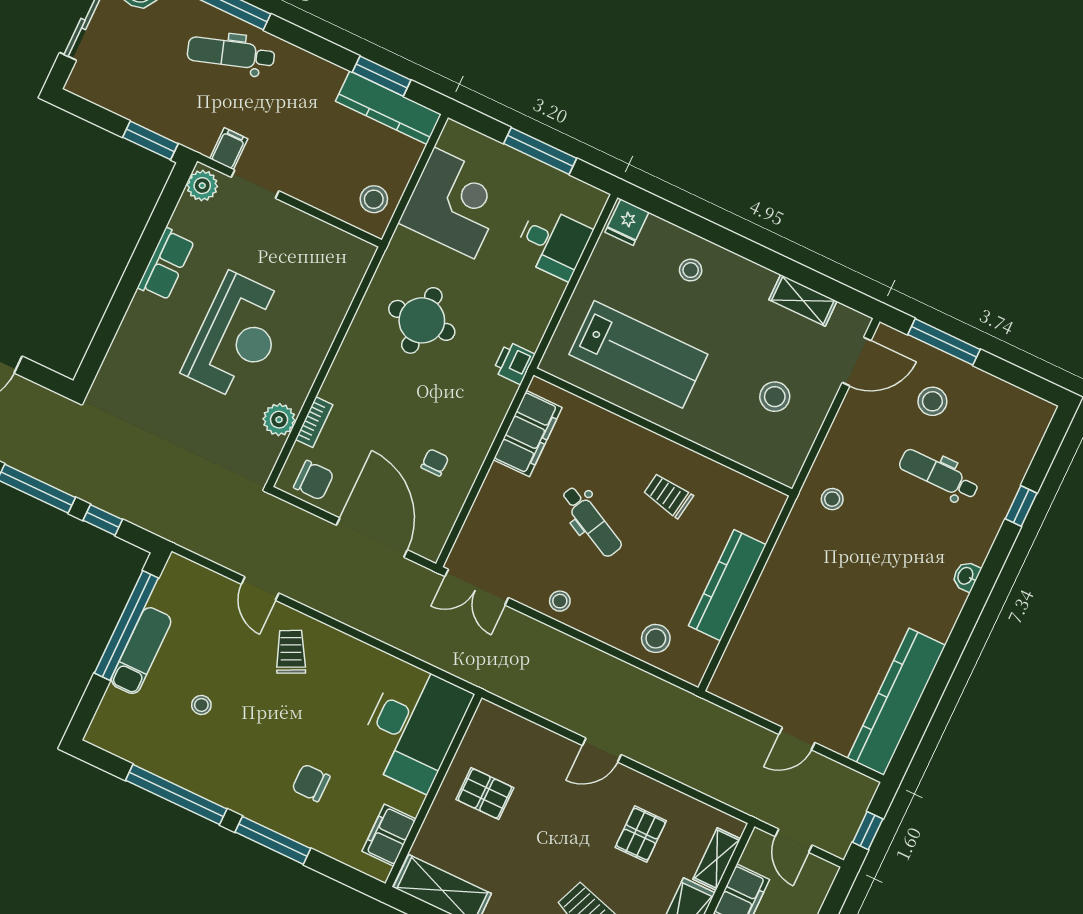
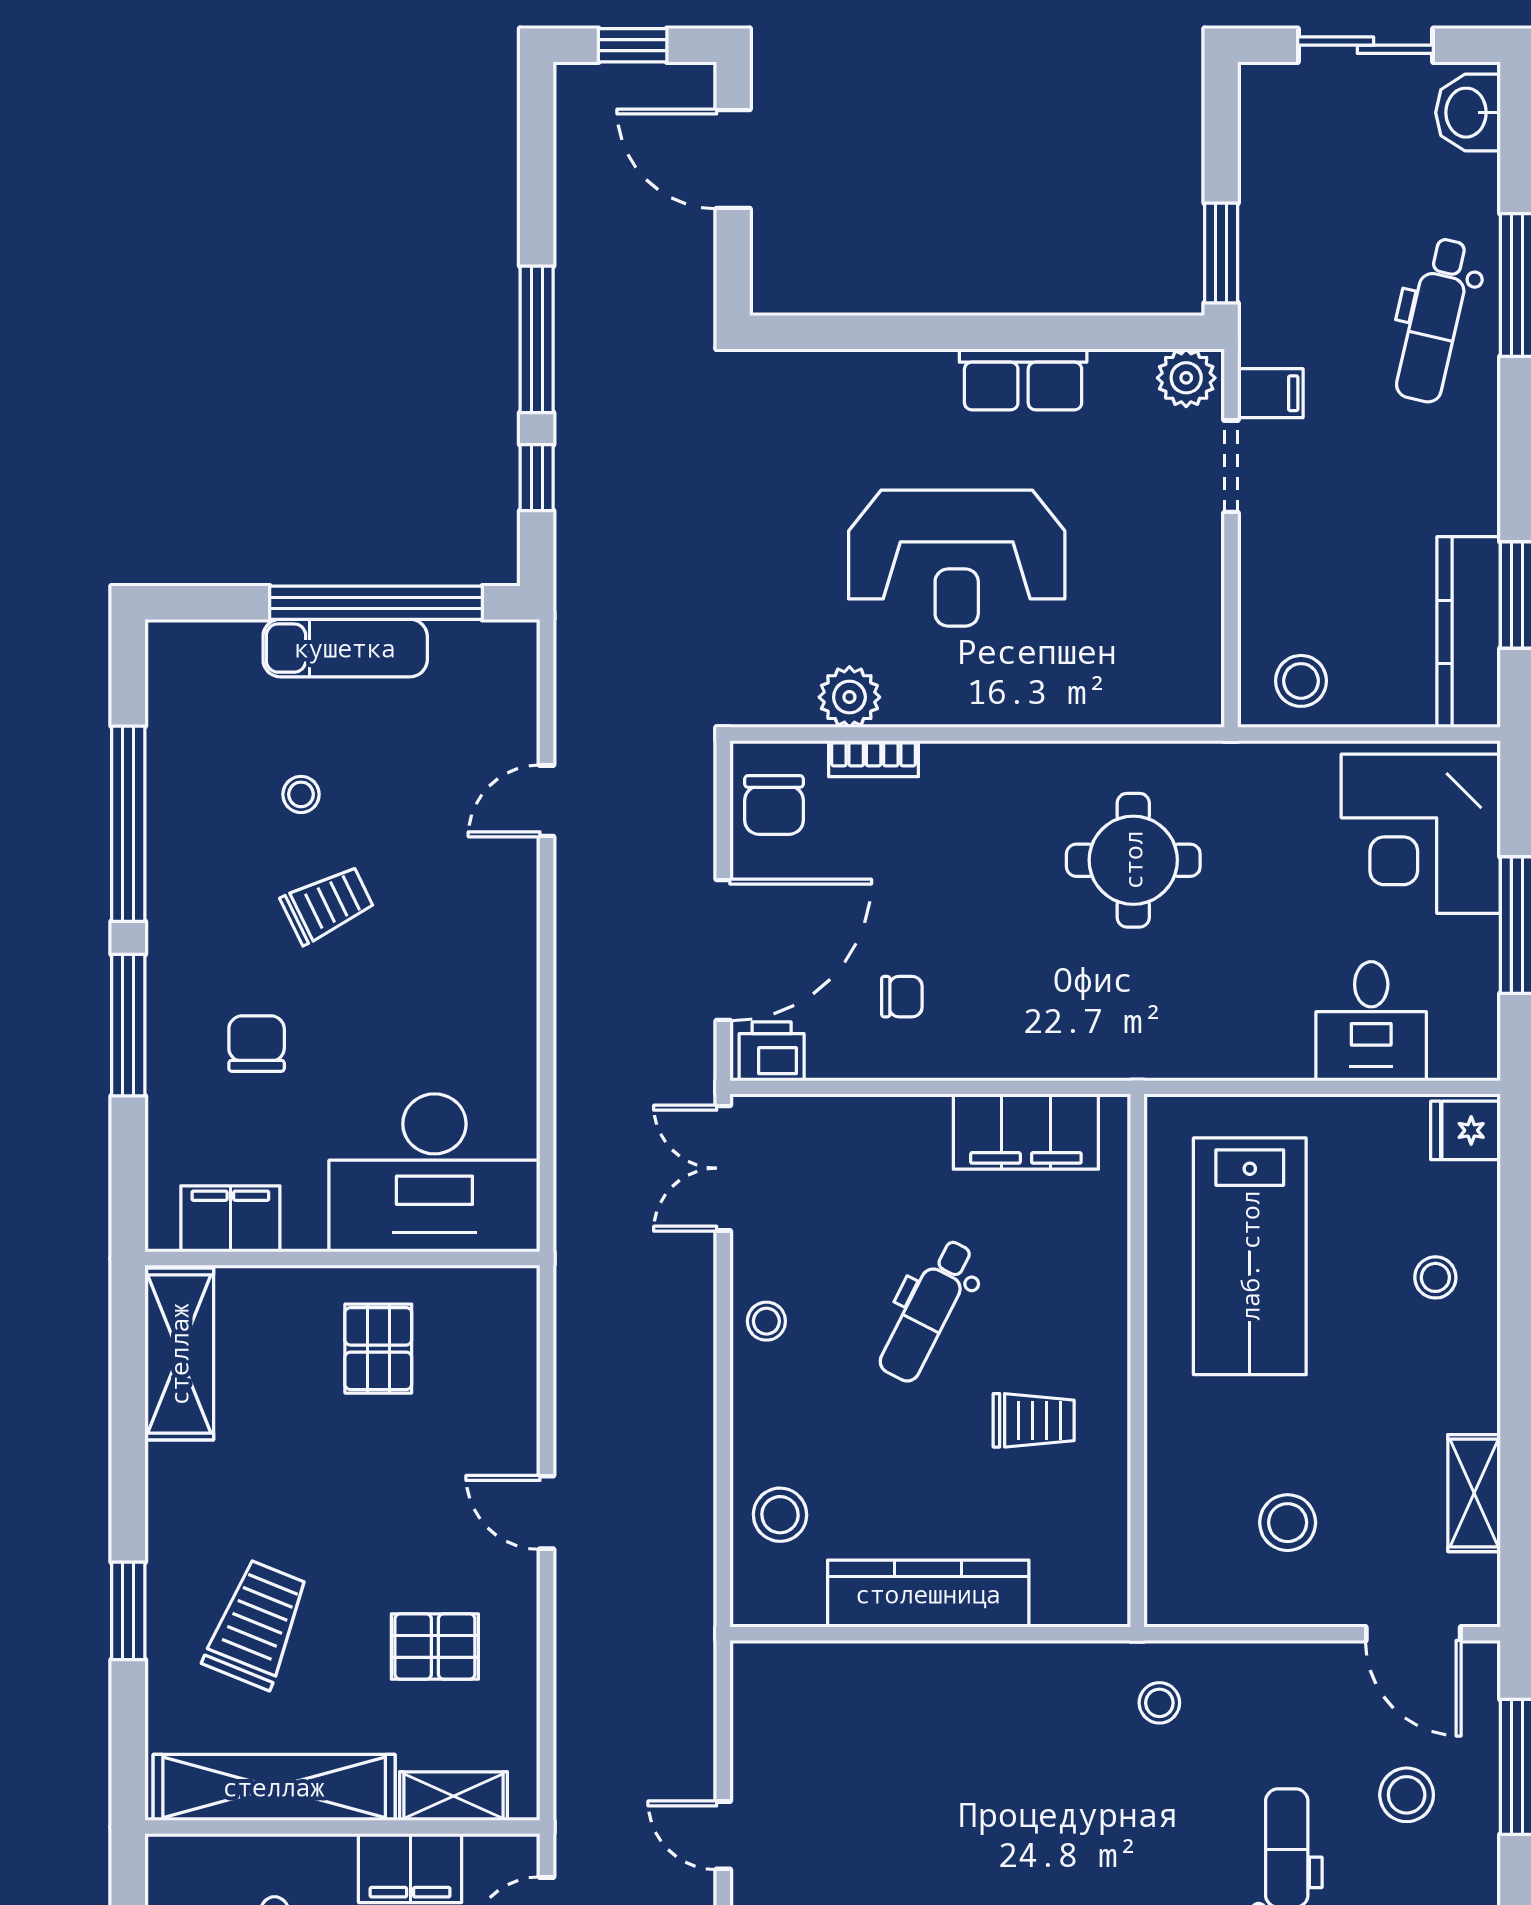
dental chair: (231, 53) -> (1434, 320), turned -149
corner desk: (454, 203) -> (1421, 834), moved, turned 90
printer: (514, 363) -> (772, 1051), moved
trolley: (668, 495) -> (1034, 1420), turned 81
trolley: (291, 652) -> (327, 904), moved

